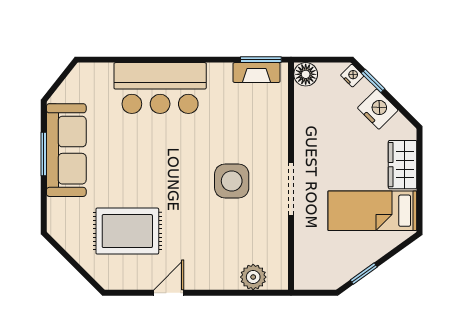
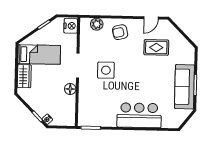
fireplace: (257, 73) -> (93, 122), removed
floor lamp: (306, 74) -> (70, 89), moved
nightstand: (378, 109) -> (71, 26), moved, turned -135
rug: (127, 231) -> (156, 47), width x0.73, depth x0.70
armchair: (204, 261) -> (120, 32), added
door: (169, 293) -> (151, 18), moved

